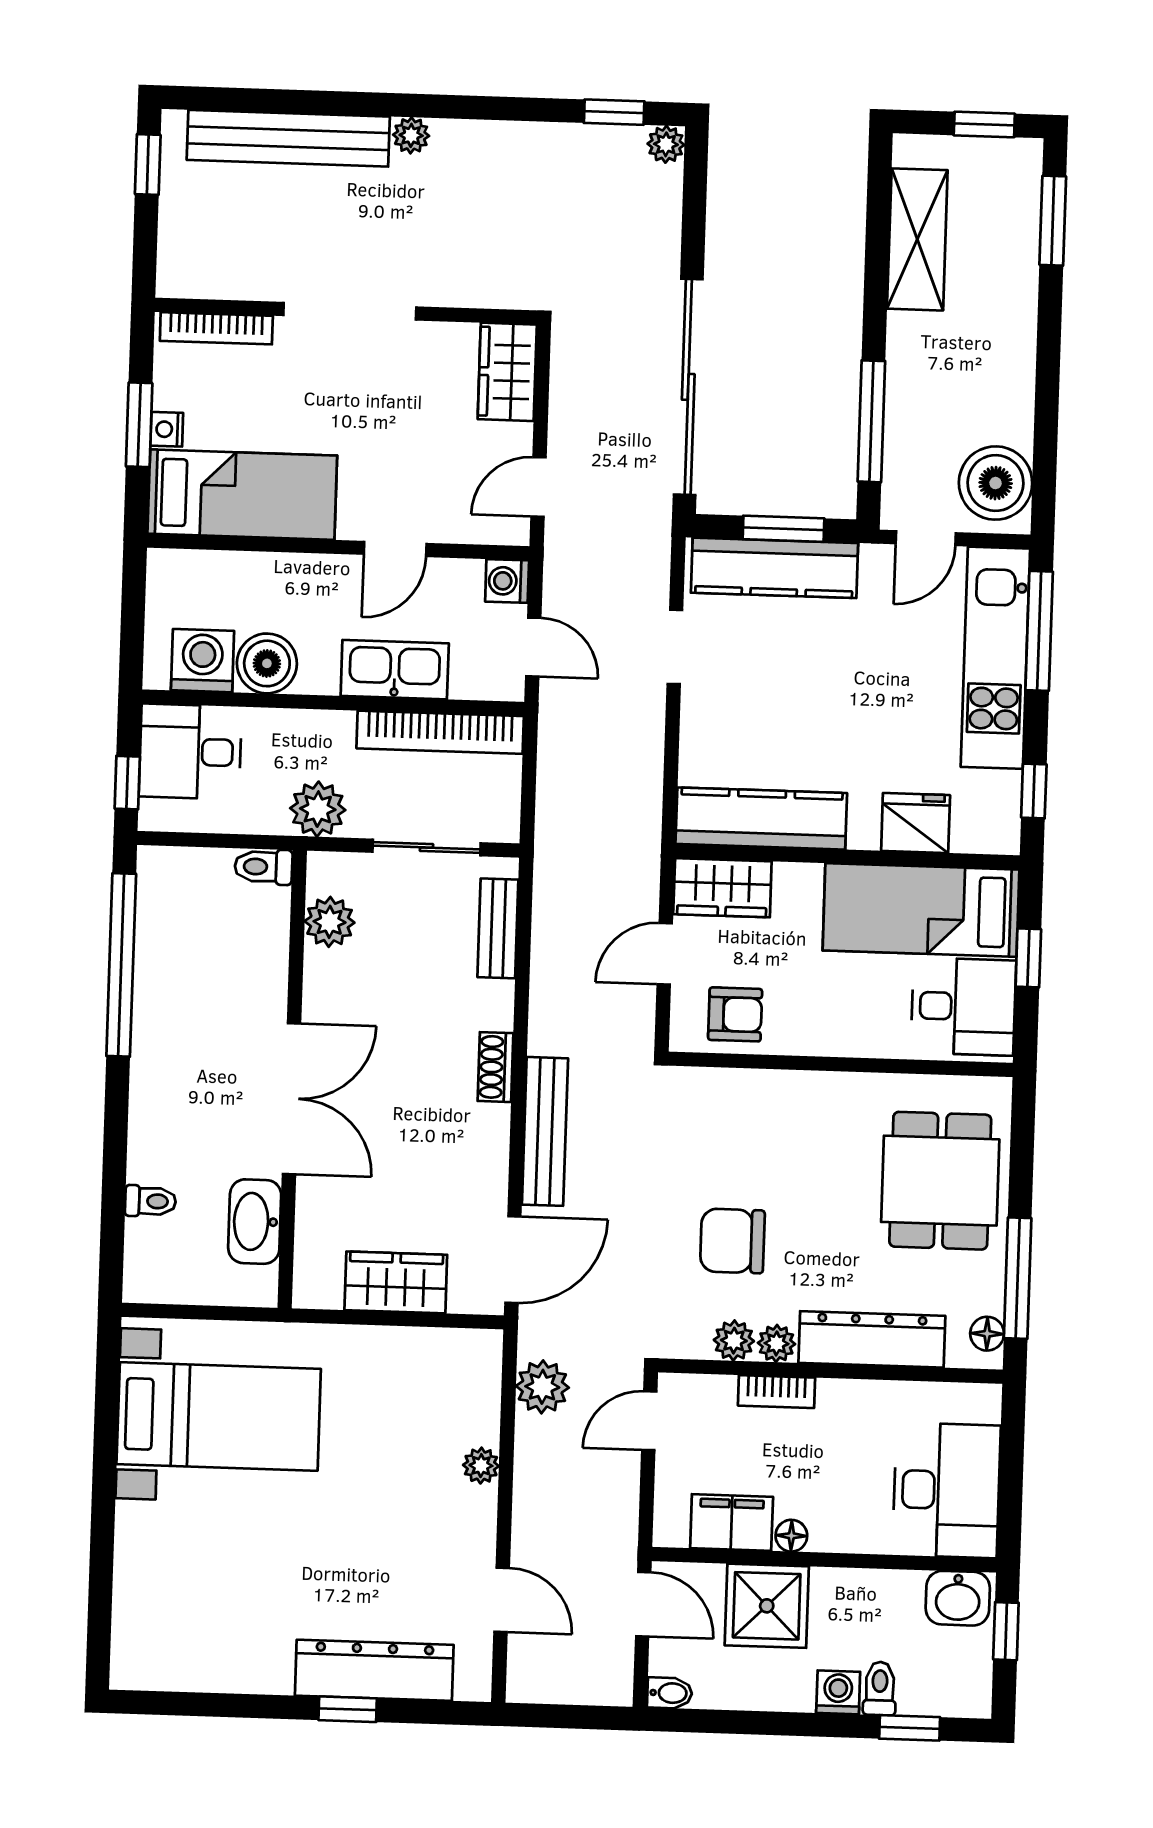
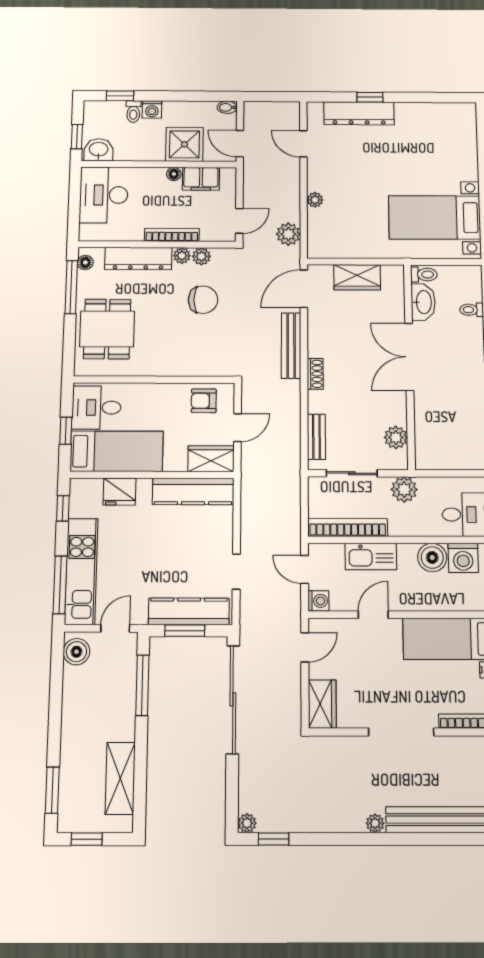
boiler: (996, 483) -> (76, 652), width x0.73, depth x0.73
toilet: (263, 867) -> (424, 274), moved
bookcase: (776, 1392) -> (172, 235), width x1.56

